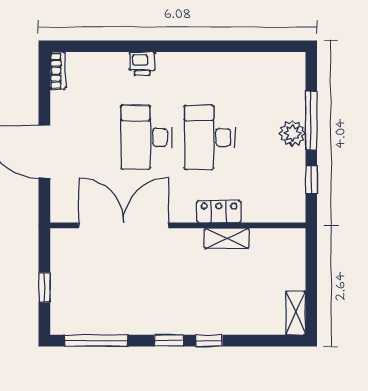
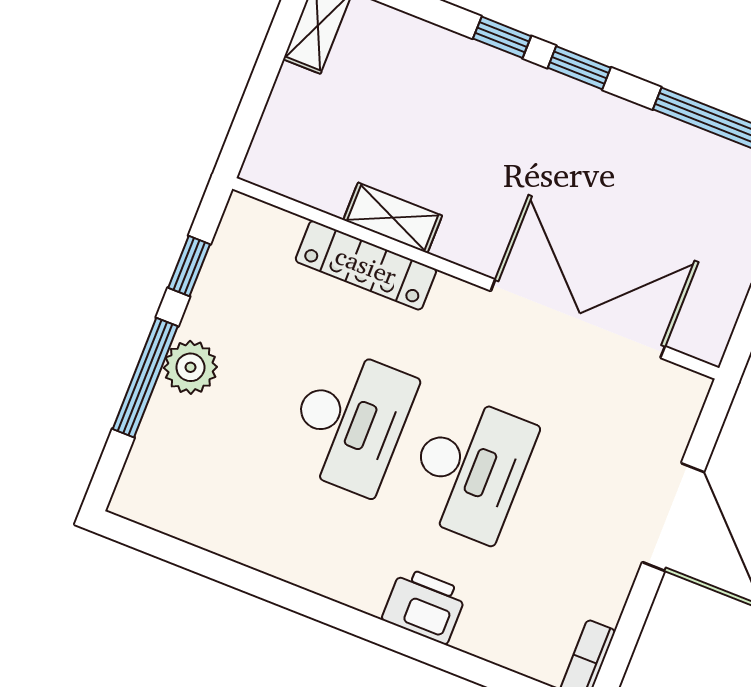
printer: (142, 64) -> (424, 606), width x1.36, depth x1.24
locker: (219, 212) -> (366, 265), width x1.53
double door: (124, 225) -> (578, 319), swing flipped

